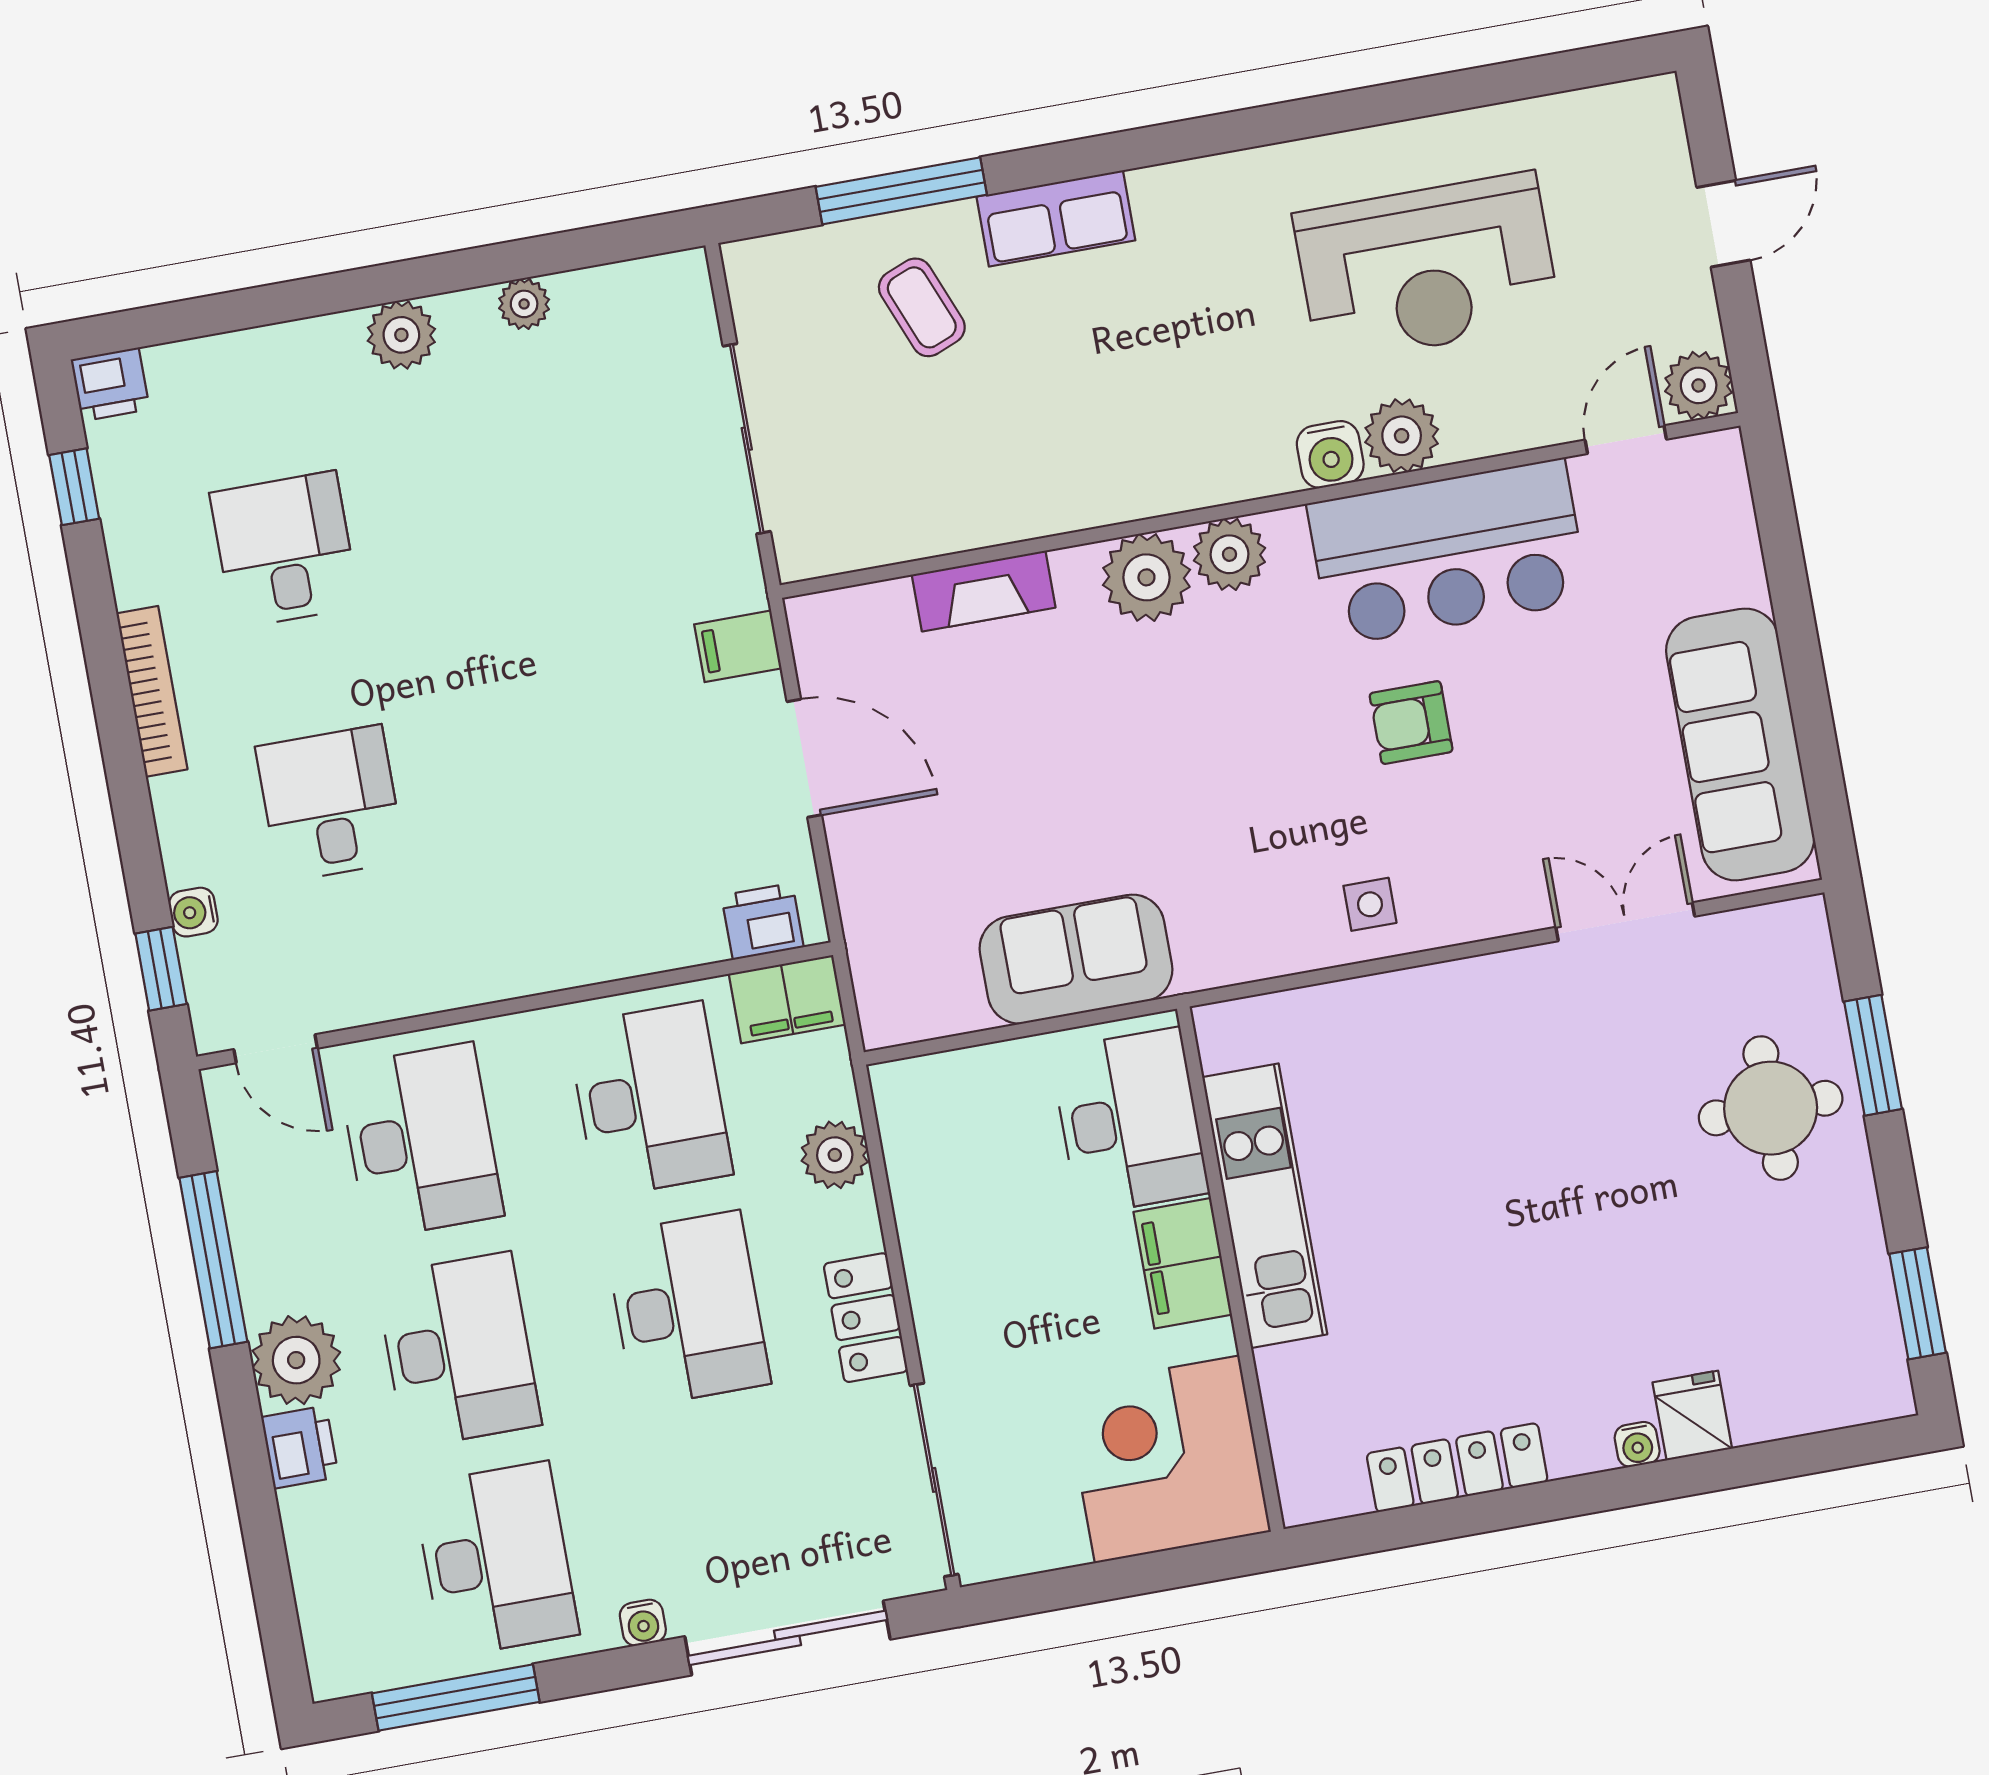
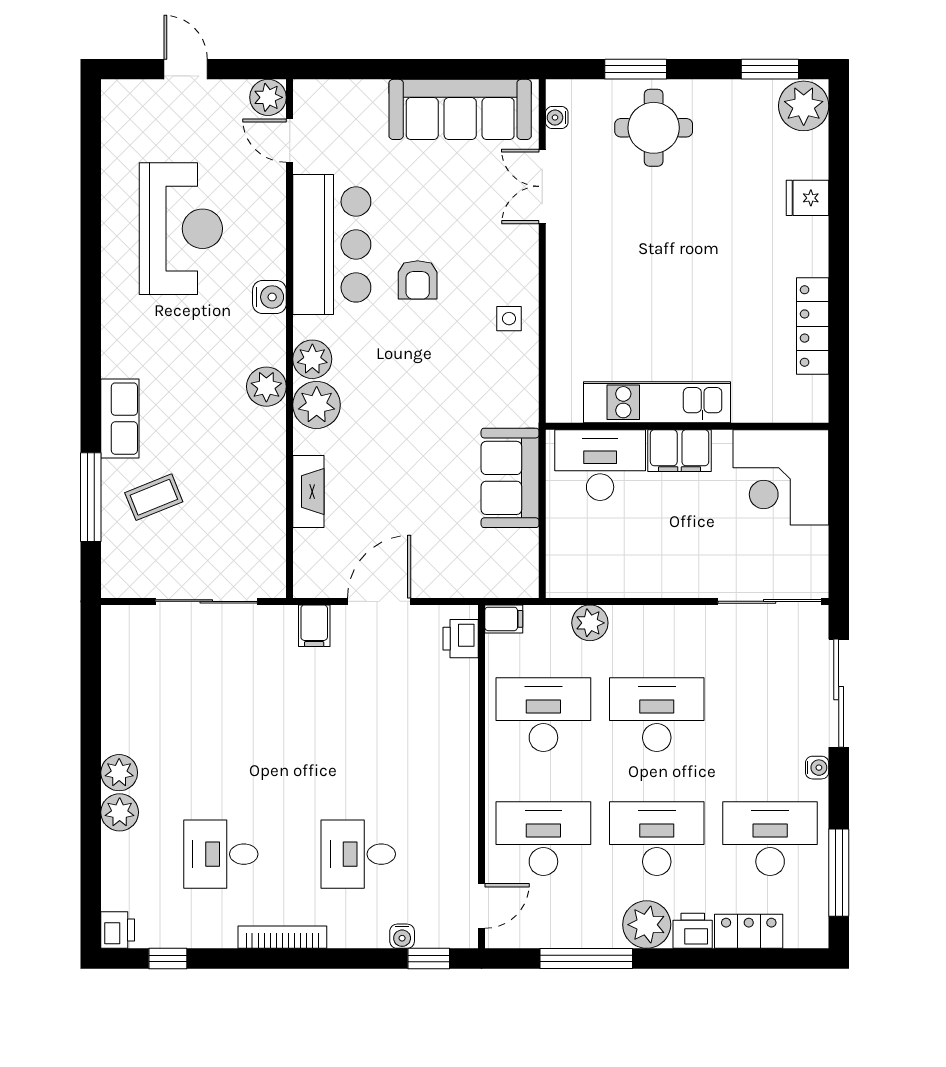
plant: (524, 304) -> (120, 812), moved, width x1.38, depth x1.38
plant: (1402, 436) -> (266, 387), moved
filing cabinet: (787, 999) -> (504, 619), width x0.50
locker: (866, 1318) -> (749, 931), moved, turned 180
plant: (1861, 1378) -> (804, 106), added
water cooler: (1637, 1444) -> (557, 118), moved, turned 180

